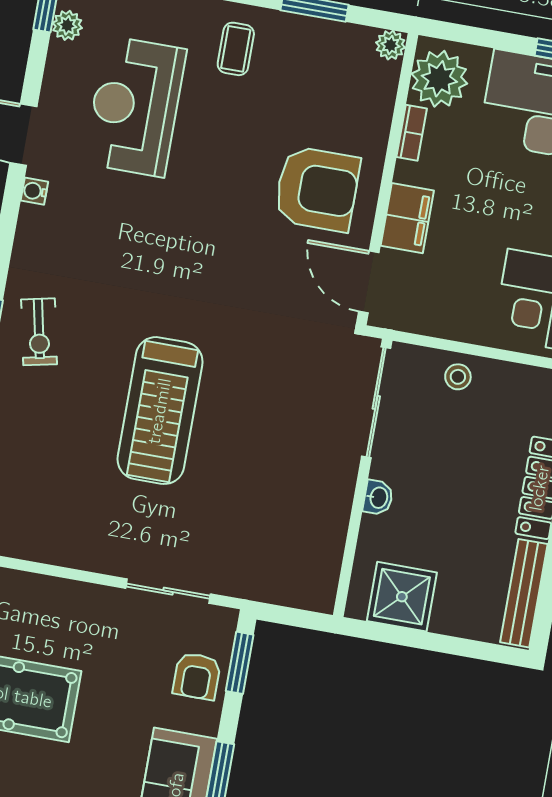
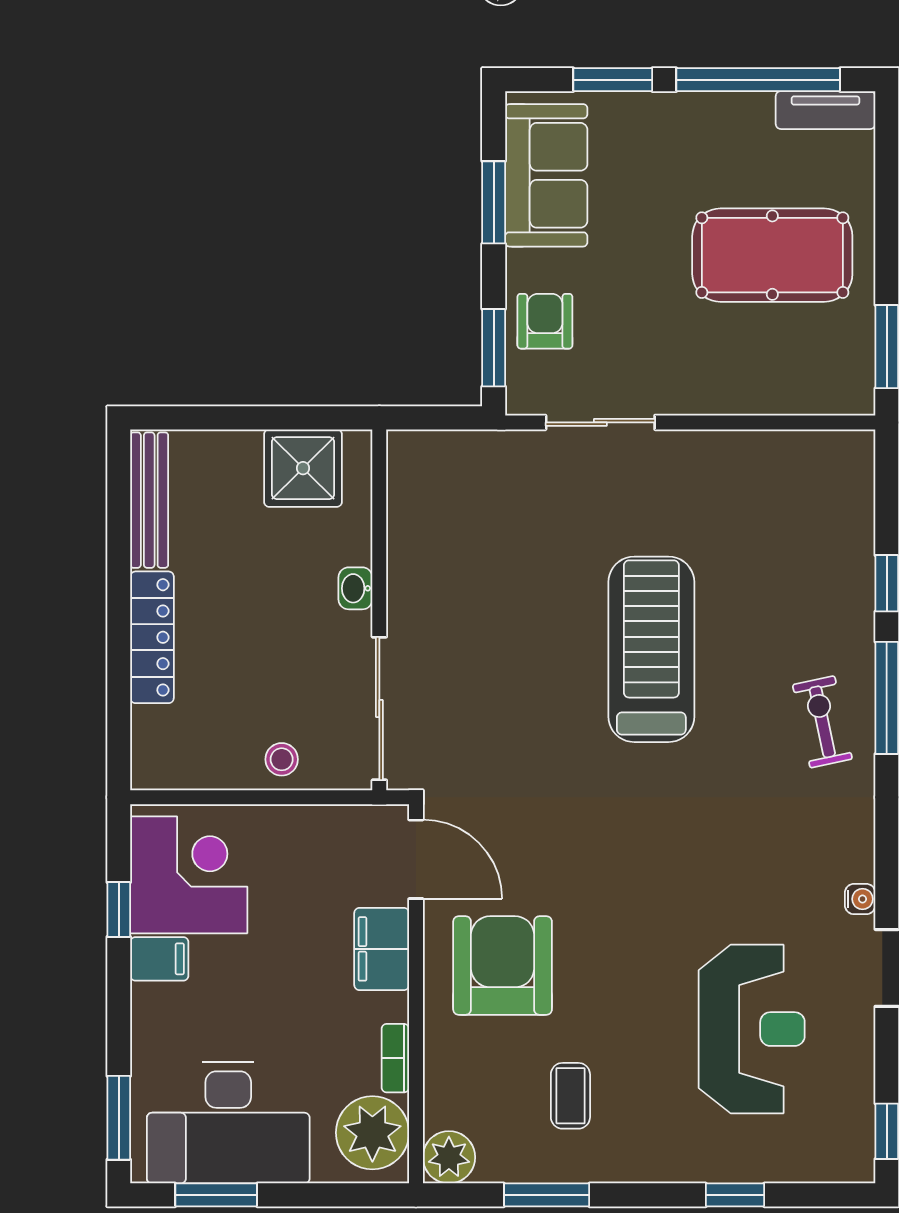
plant: (67, 25) -> (856, 1116), removed
plant: (391, 45) -> (449, 1157), width x1.38, depth x1.38
coffee table: (236, 49) -> (570, 1096), moved
armchair: (317, 189) -> (503, 965), turned 90

